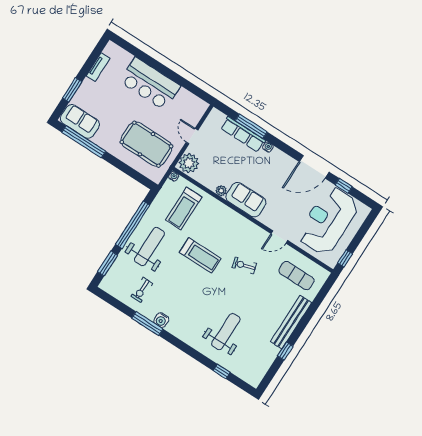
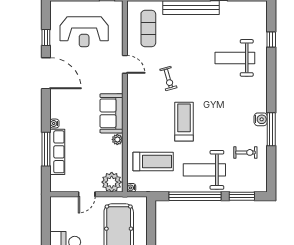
reception desk: (328, 221) -> (84, 32), width x0.74, depth x0.77

